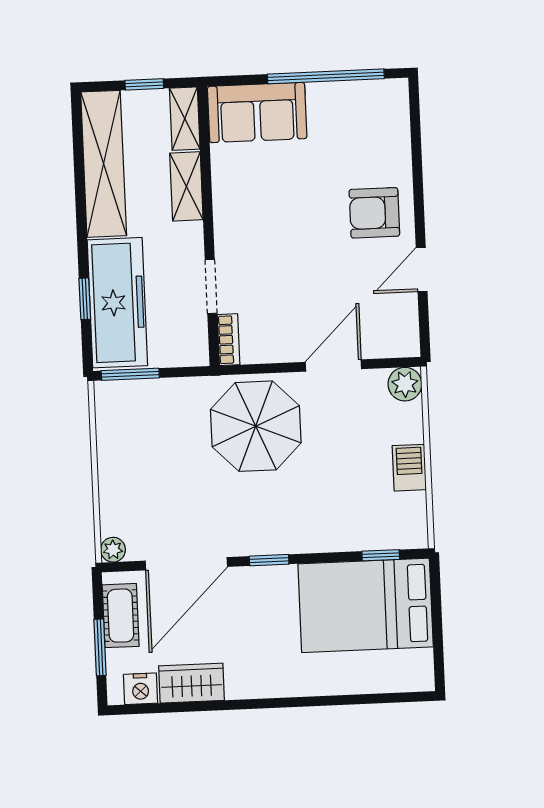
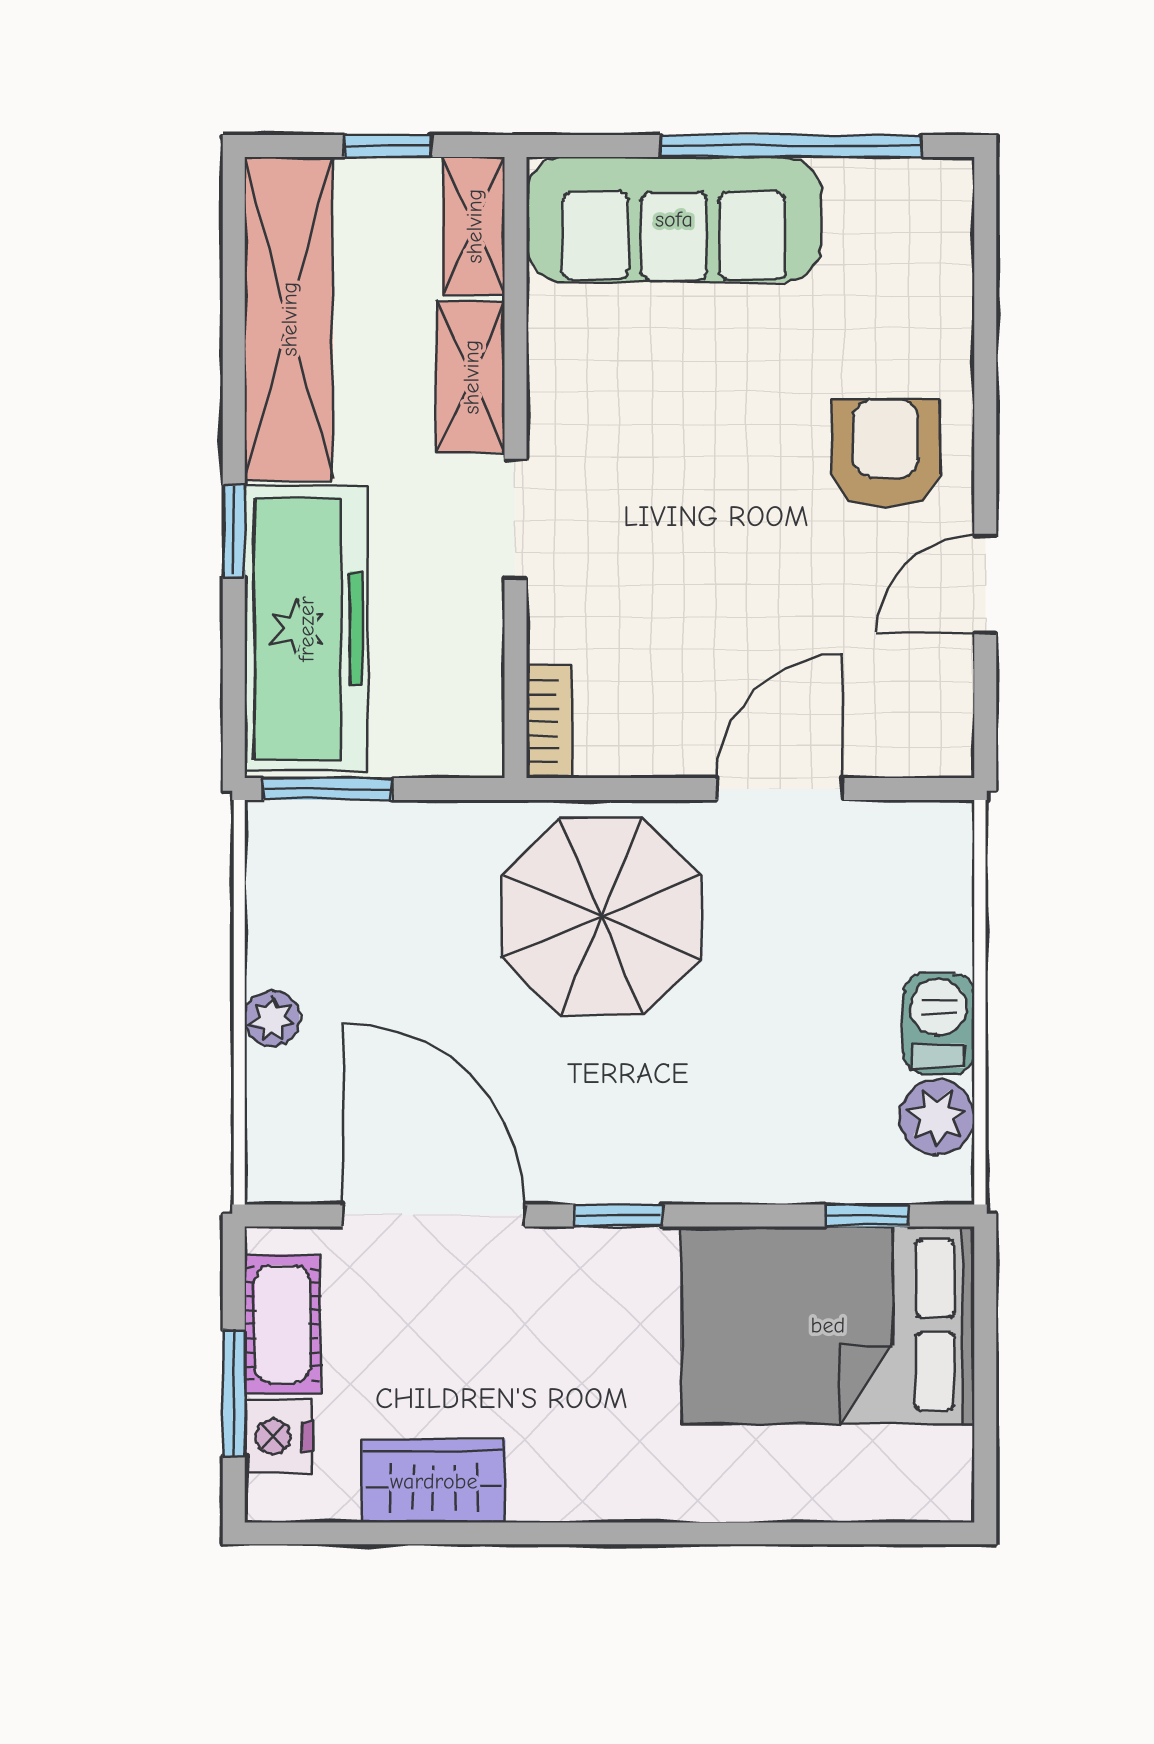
sofa: (257, 112) -> (674, 219), width x1.36
armchair: (374, 213) -> (886, 454), turned 90
doorway: (211, 286) -> (516, 520), moved
window: (85, 299) -> (234, 530), moved
plant: (405, 384) -> (937, 1117), moved
plant: (113, 550) -> (272, 1019), moved
door: (186, 564) -> (434, 1215), swing flipped
nightstand: (141, 689) -> (278, 1437), moved, turned 90

